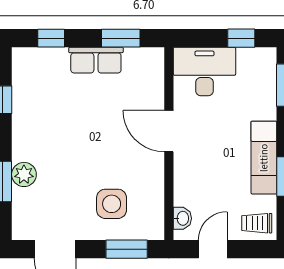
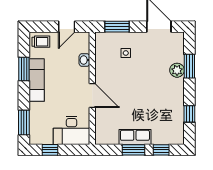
window: (121, 38) -> (134, 150), moved
side table: (112, 204) -> (126, 53), width x0.54, depth x0.54
washbasin: (182, 218) -> (84, 60), moved

